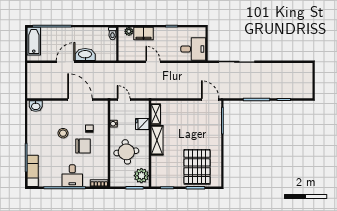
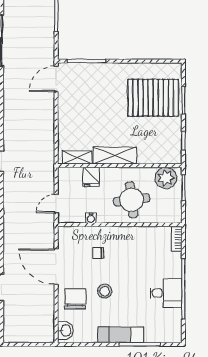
door: (80, 100) -> (56, 267), hinge flipped
chair: (83, 146) -> (75, 299), moved
exam couch: (33, 171) -> (121, 335), moved
desk: (72, 176) -> (166, 293), moved

